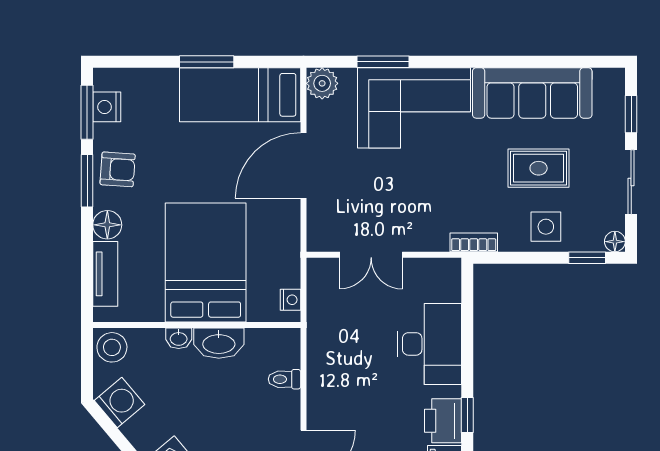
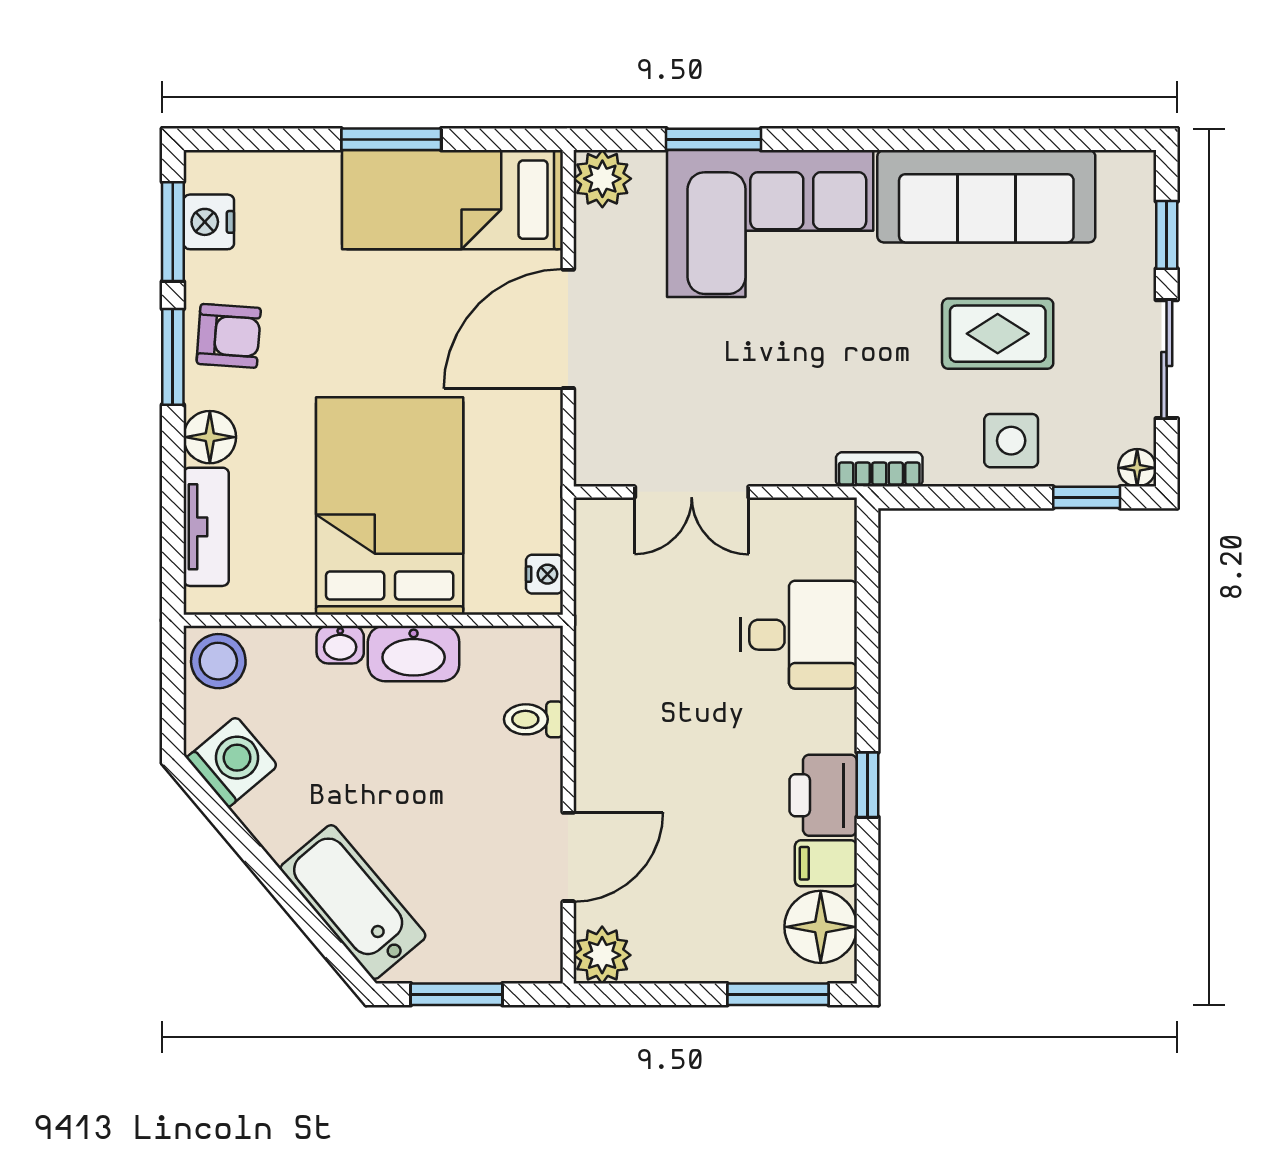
desk: (429, 344) -> (798, 635), width x0.73

